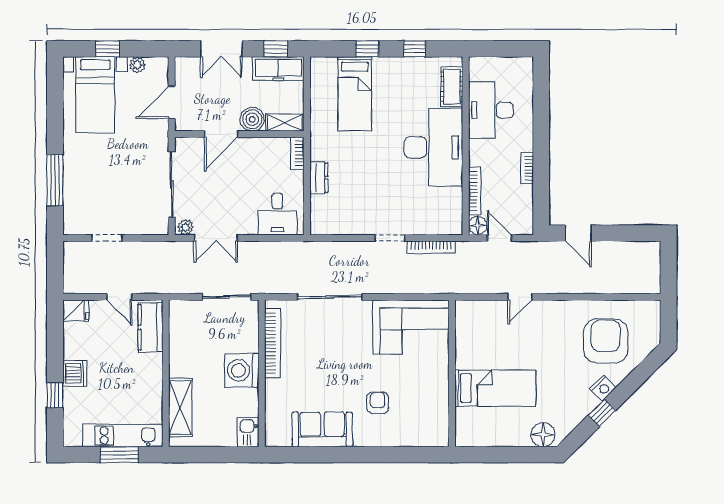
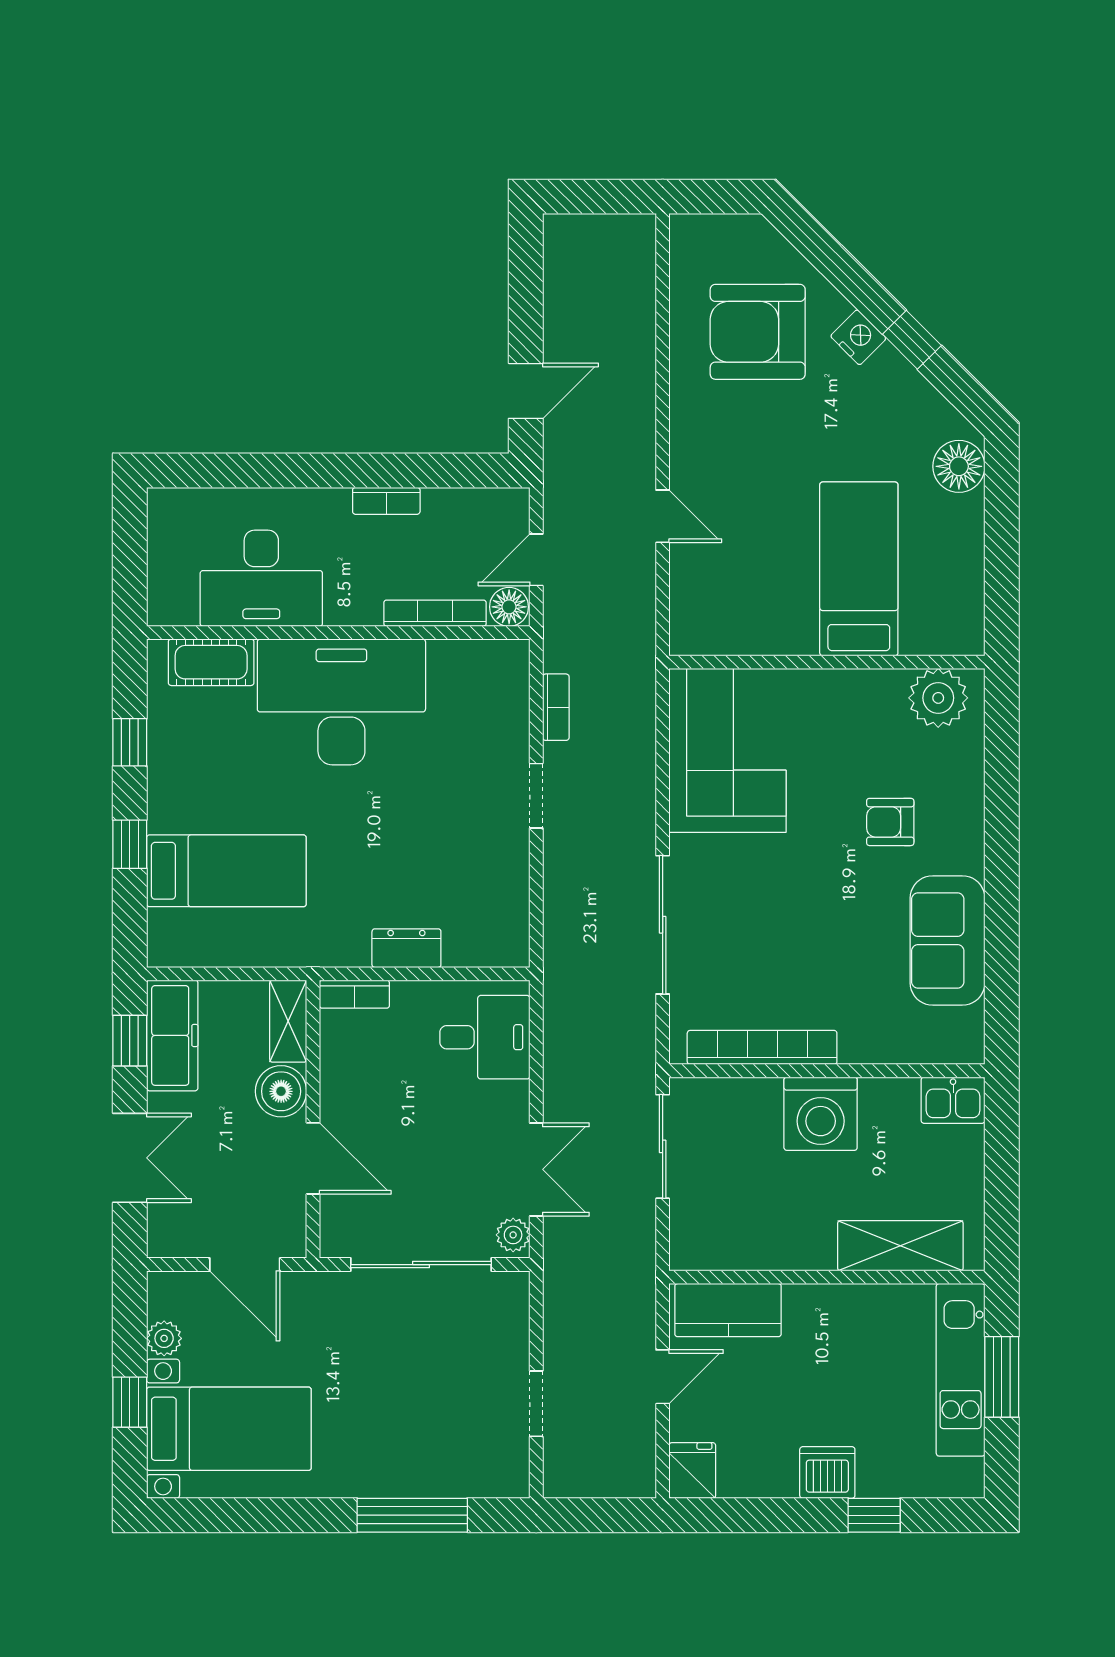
bookcase: (431, 247) -> (556, 707), width x0.64
plant: (435, 425) -> (938, 698), added

